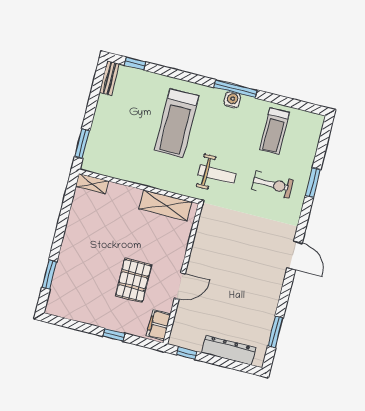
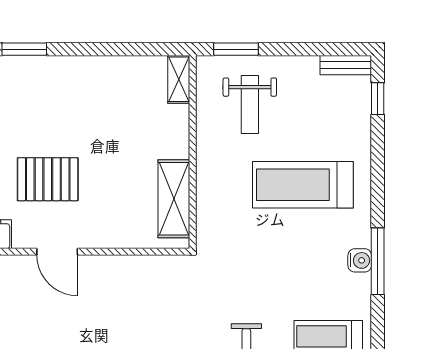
weight bench: (217, 174) -> (250, 105), moved

